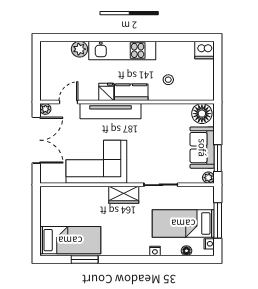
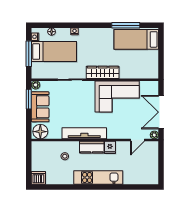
plant: (80, 49) -> (129, 178), removed
tv unit: (110, 111) -> (84, 133), moved
wardrobe: (124, 195) -> (103, 72), width x1.50
window: (85, 260) -> (126, 25), width x1.44

